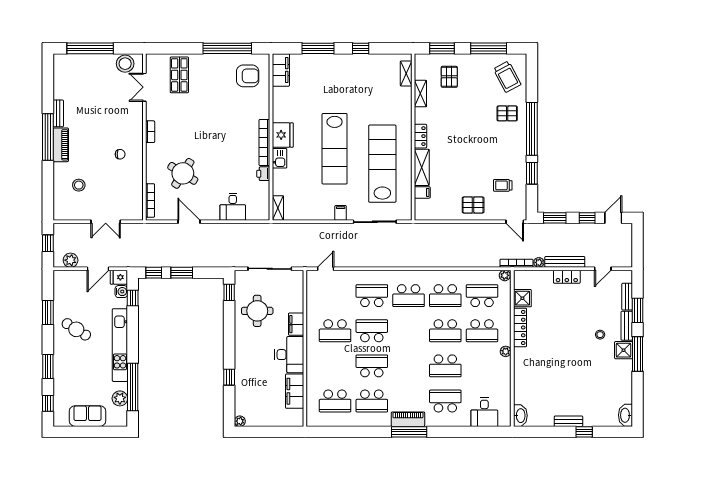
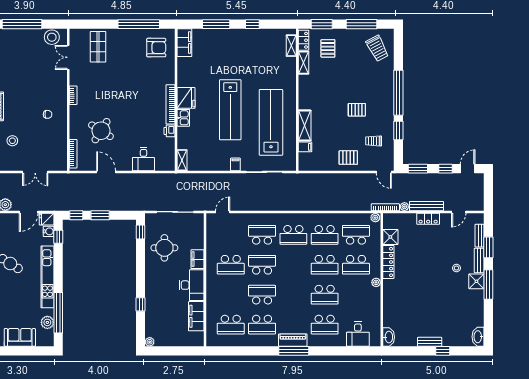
pallet: (507, 113) -> (357, 110), moved
locker: (420, 136) -> (303, 40), moved
school desk: (445, 401) -> (325, 325), turned 180

